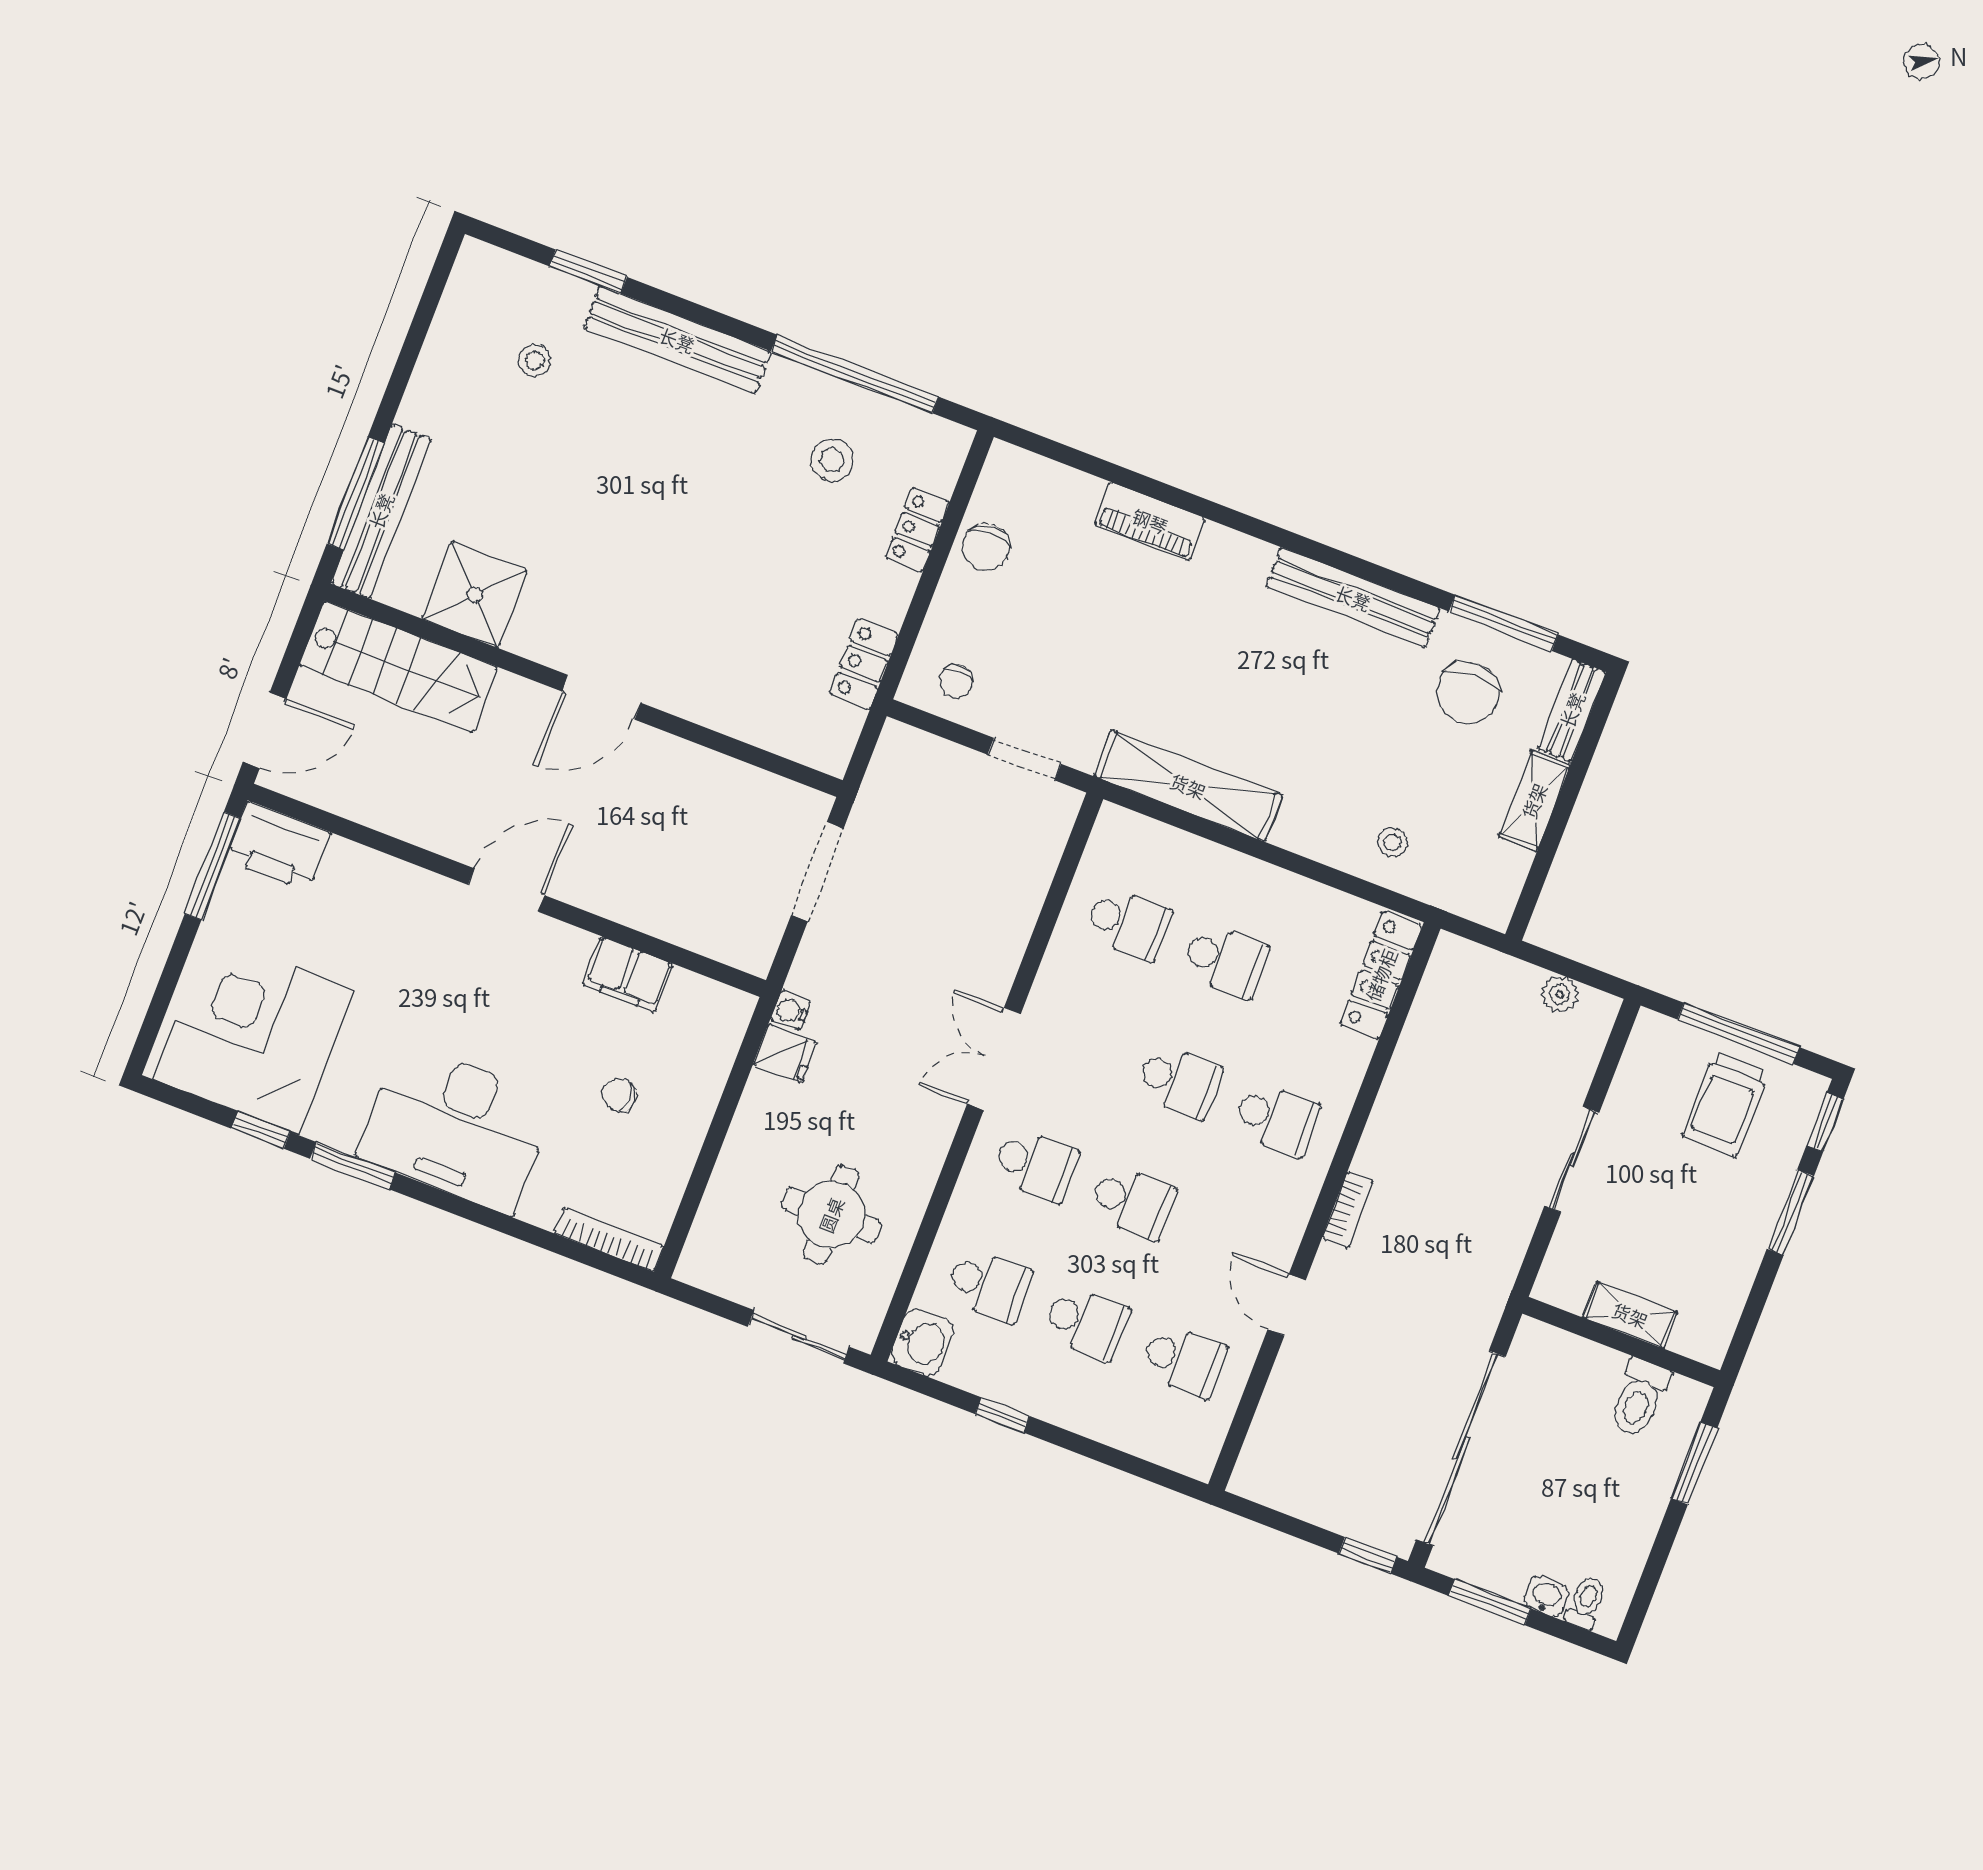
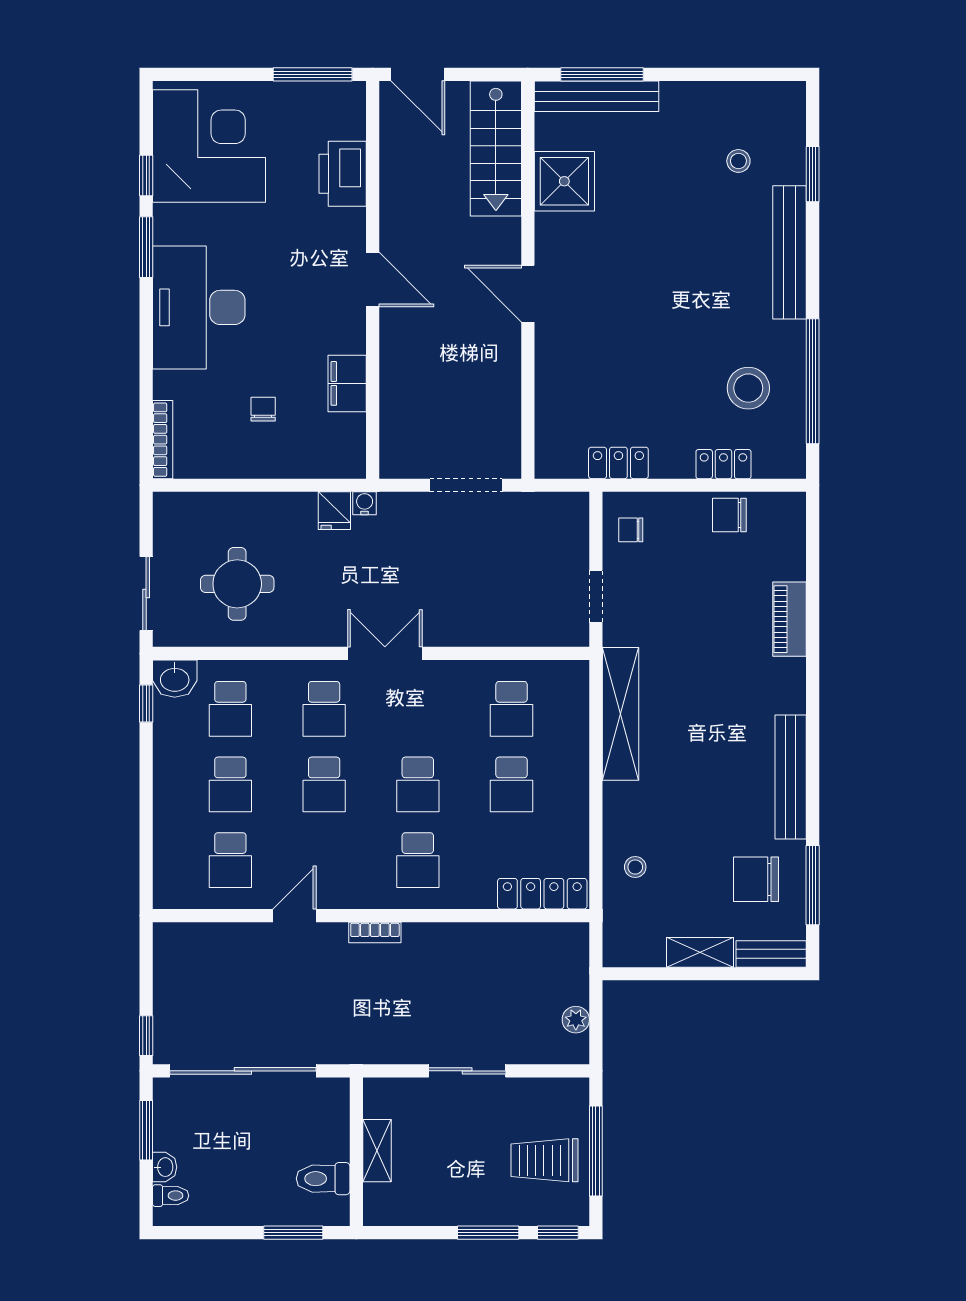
stool: (832, 460) -> (748, 388), width x1.38, depth x1.38
printer: (278, 847) -> (343, 174), moved
window: (1002, 1415) -> (146, 703), moved

